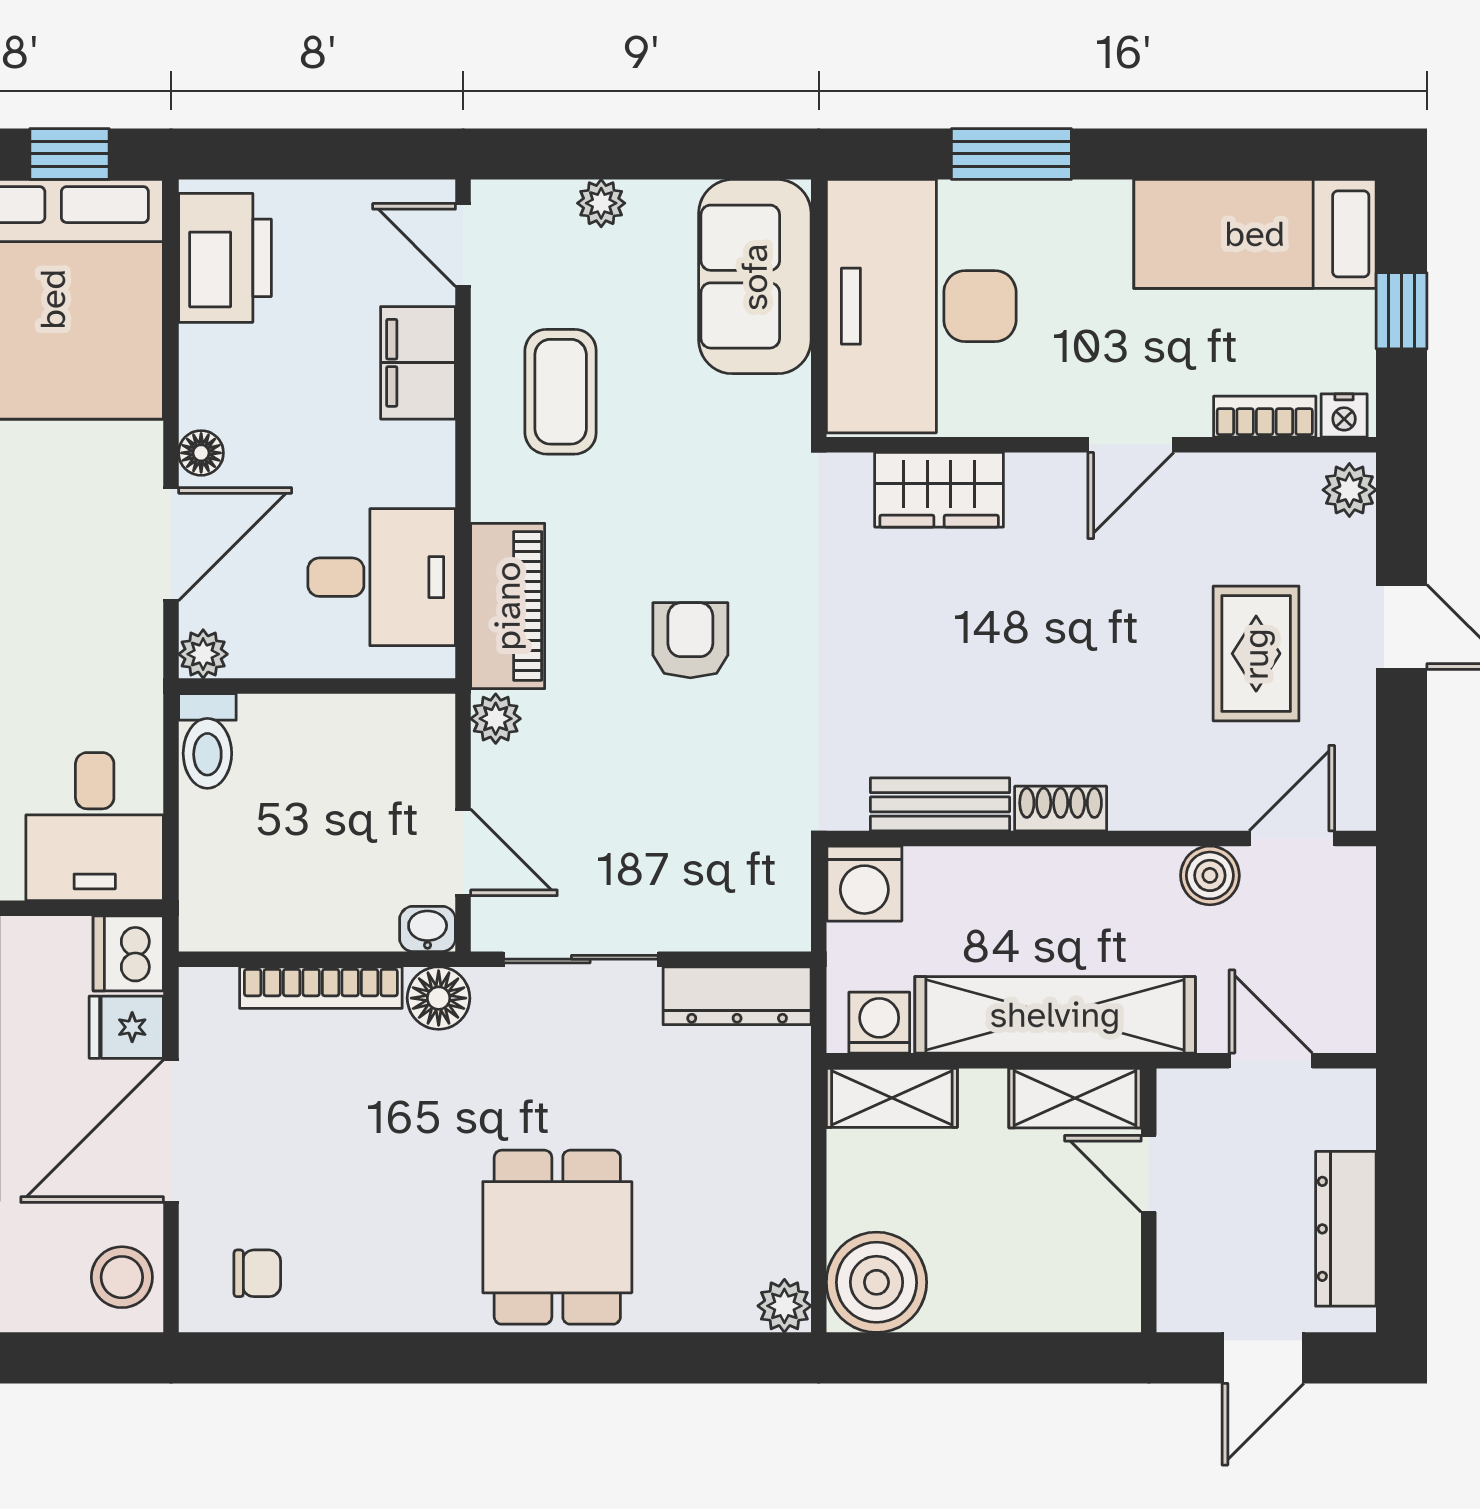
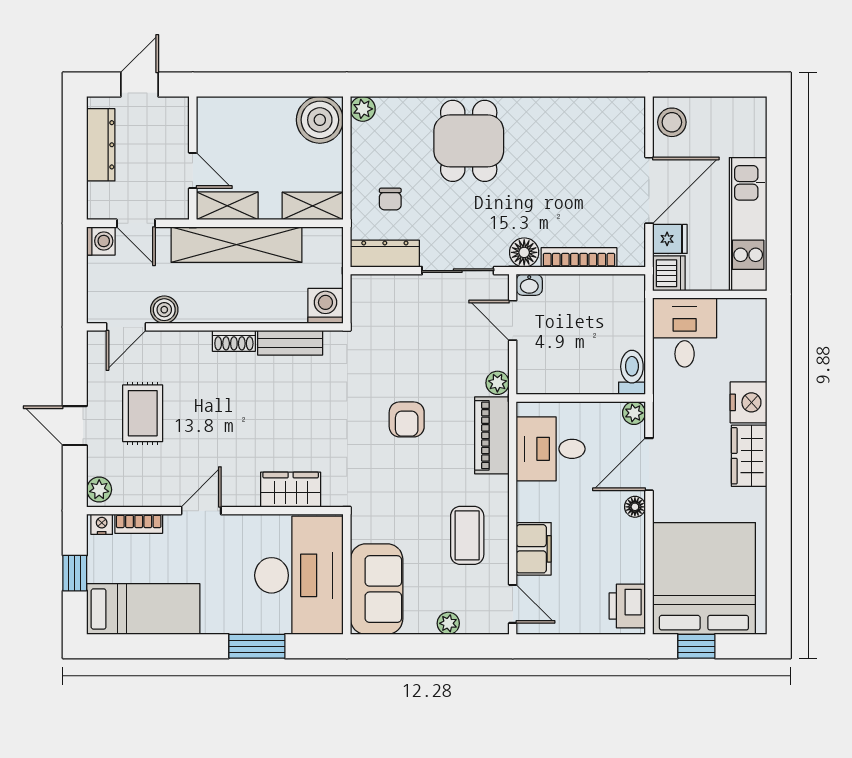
printer: (225, 258) -> (627, 606), width x0.73, depth x0.84
washing machine: (879, 1023) -> (101, 241), moved, turned -90
chair: (257, 1273) -> (390, 199), moved, turned -90

